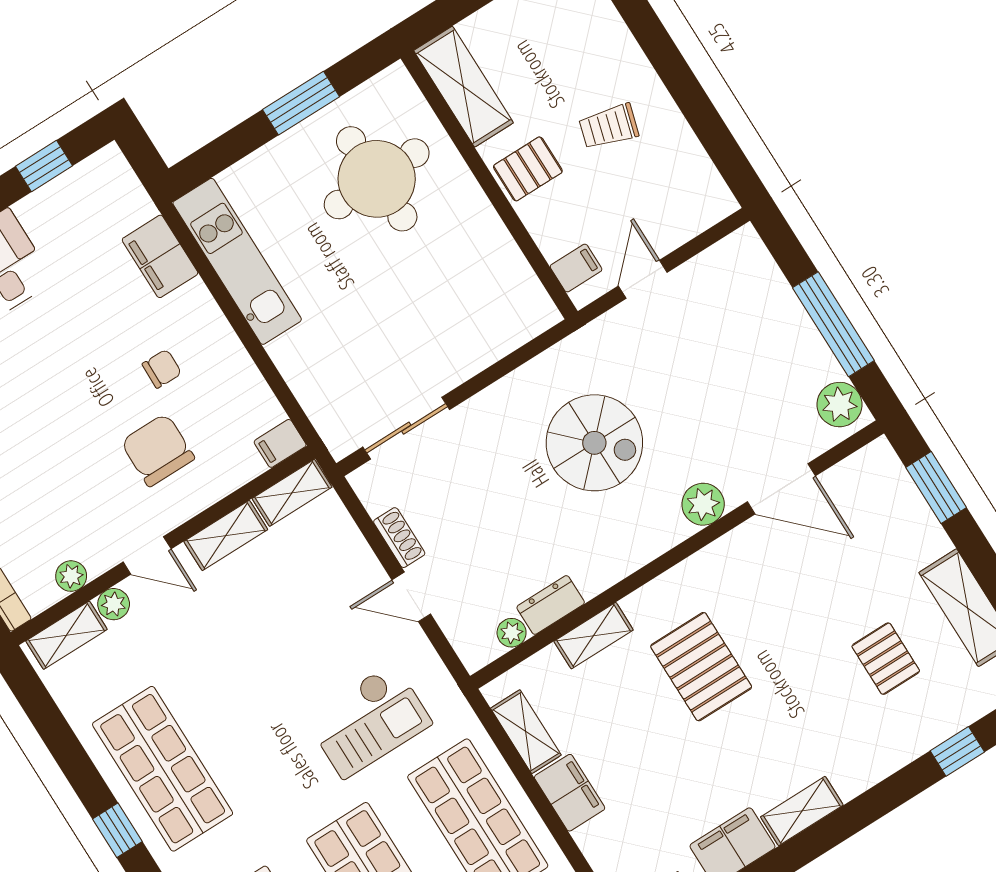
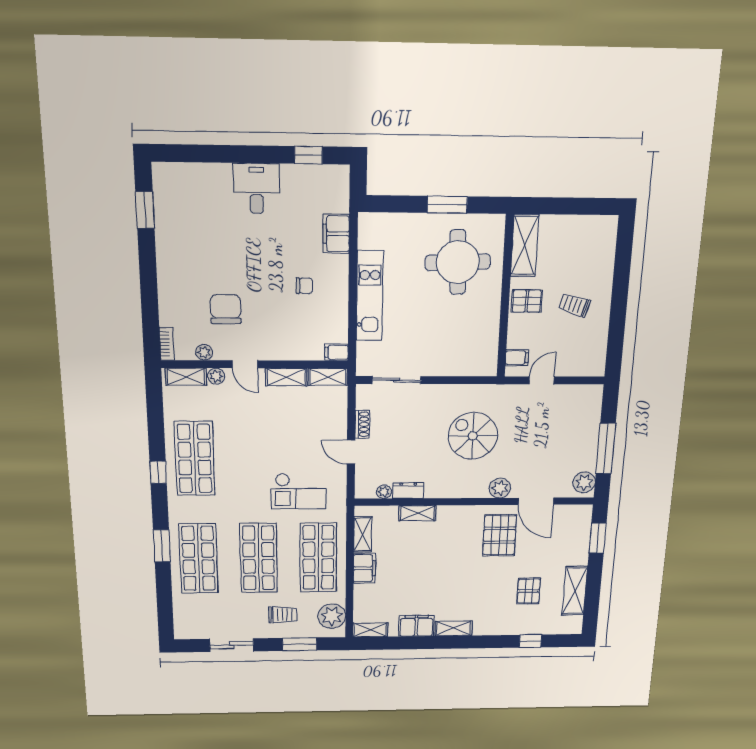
kitchen unit: (237, 261) -> (370, 296), moved
spiral stairs: (594, 443) -> (473, 436), turned 180
chair: (158, 450) -> (226, 309), moved
pallet: (701, 667) -> (500, 535), moved

